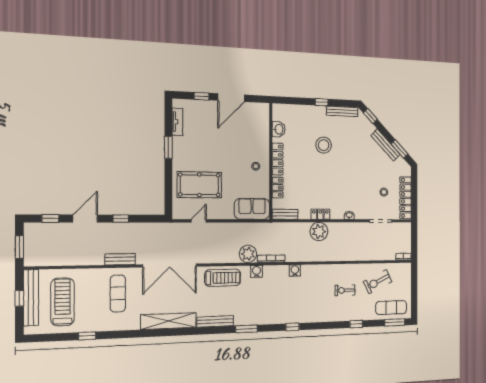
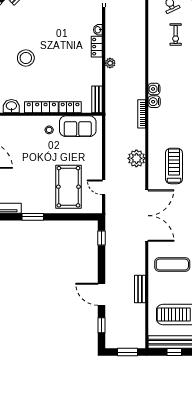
sofa: (252, 209) -> (78, 126), moved, turned -90
locker: (320, 214) -> (97, 47), moved
window: (121, 219) -> (101, 238), moved
plant: (319, 232) -> (110, 63), width x0.53, depth x0.53
plant: (248, 254) -> (136, 158), moved
bench: (120, 259) -> (140, 289), moved
water cooler: (257, 271) -> (154, 102), moved
treadmill: (223, 278) -> (174, 166), moved

